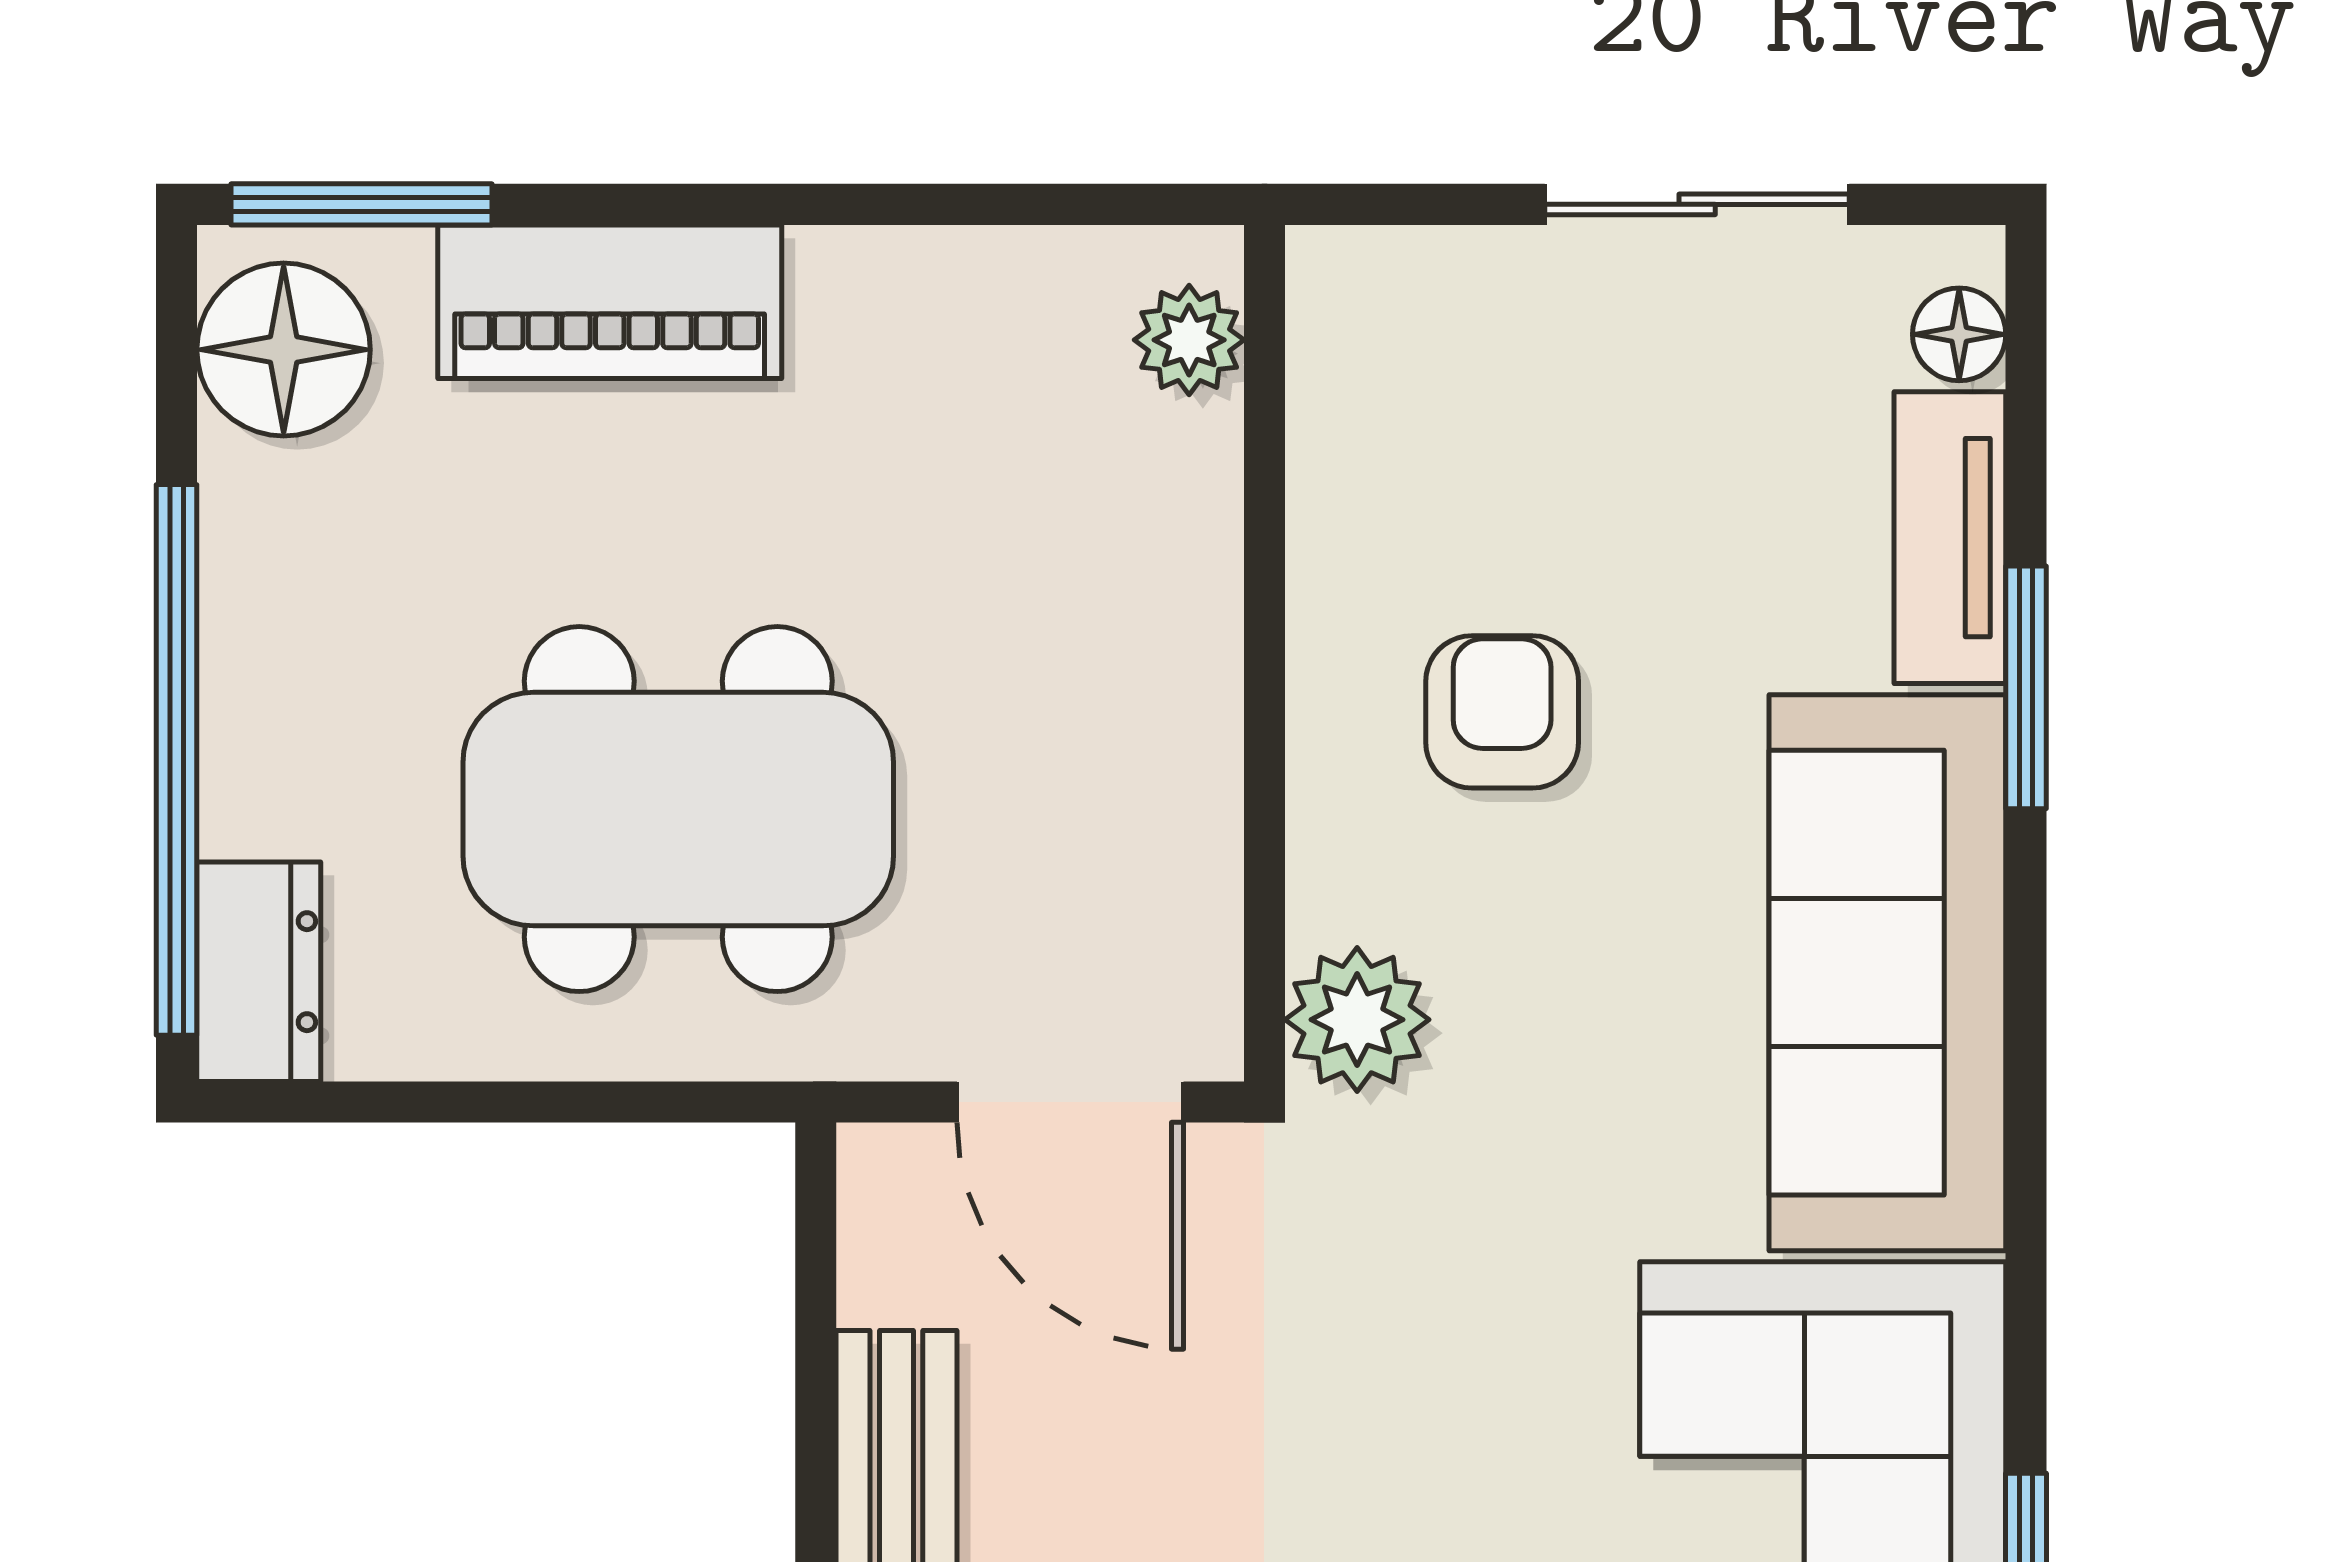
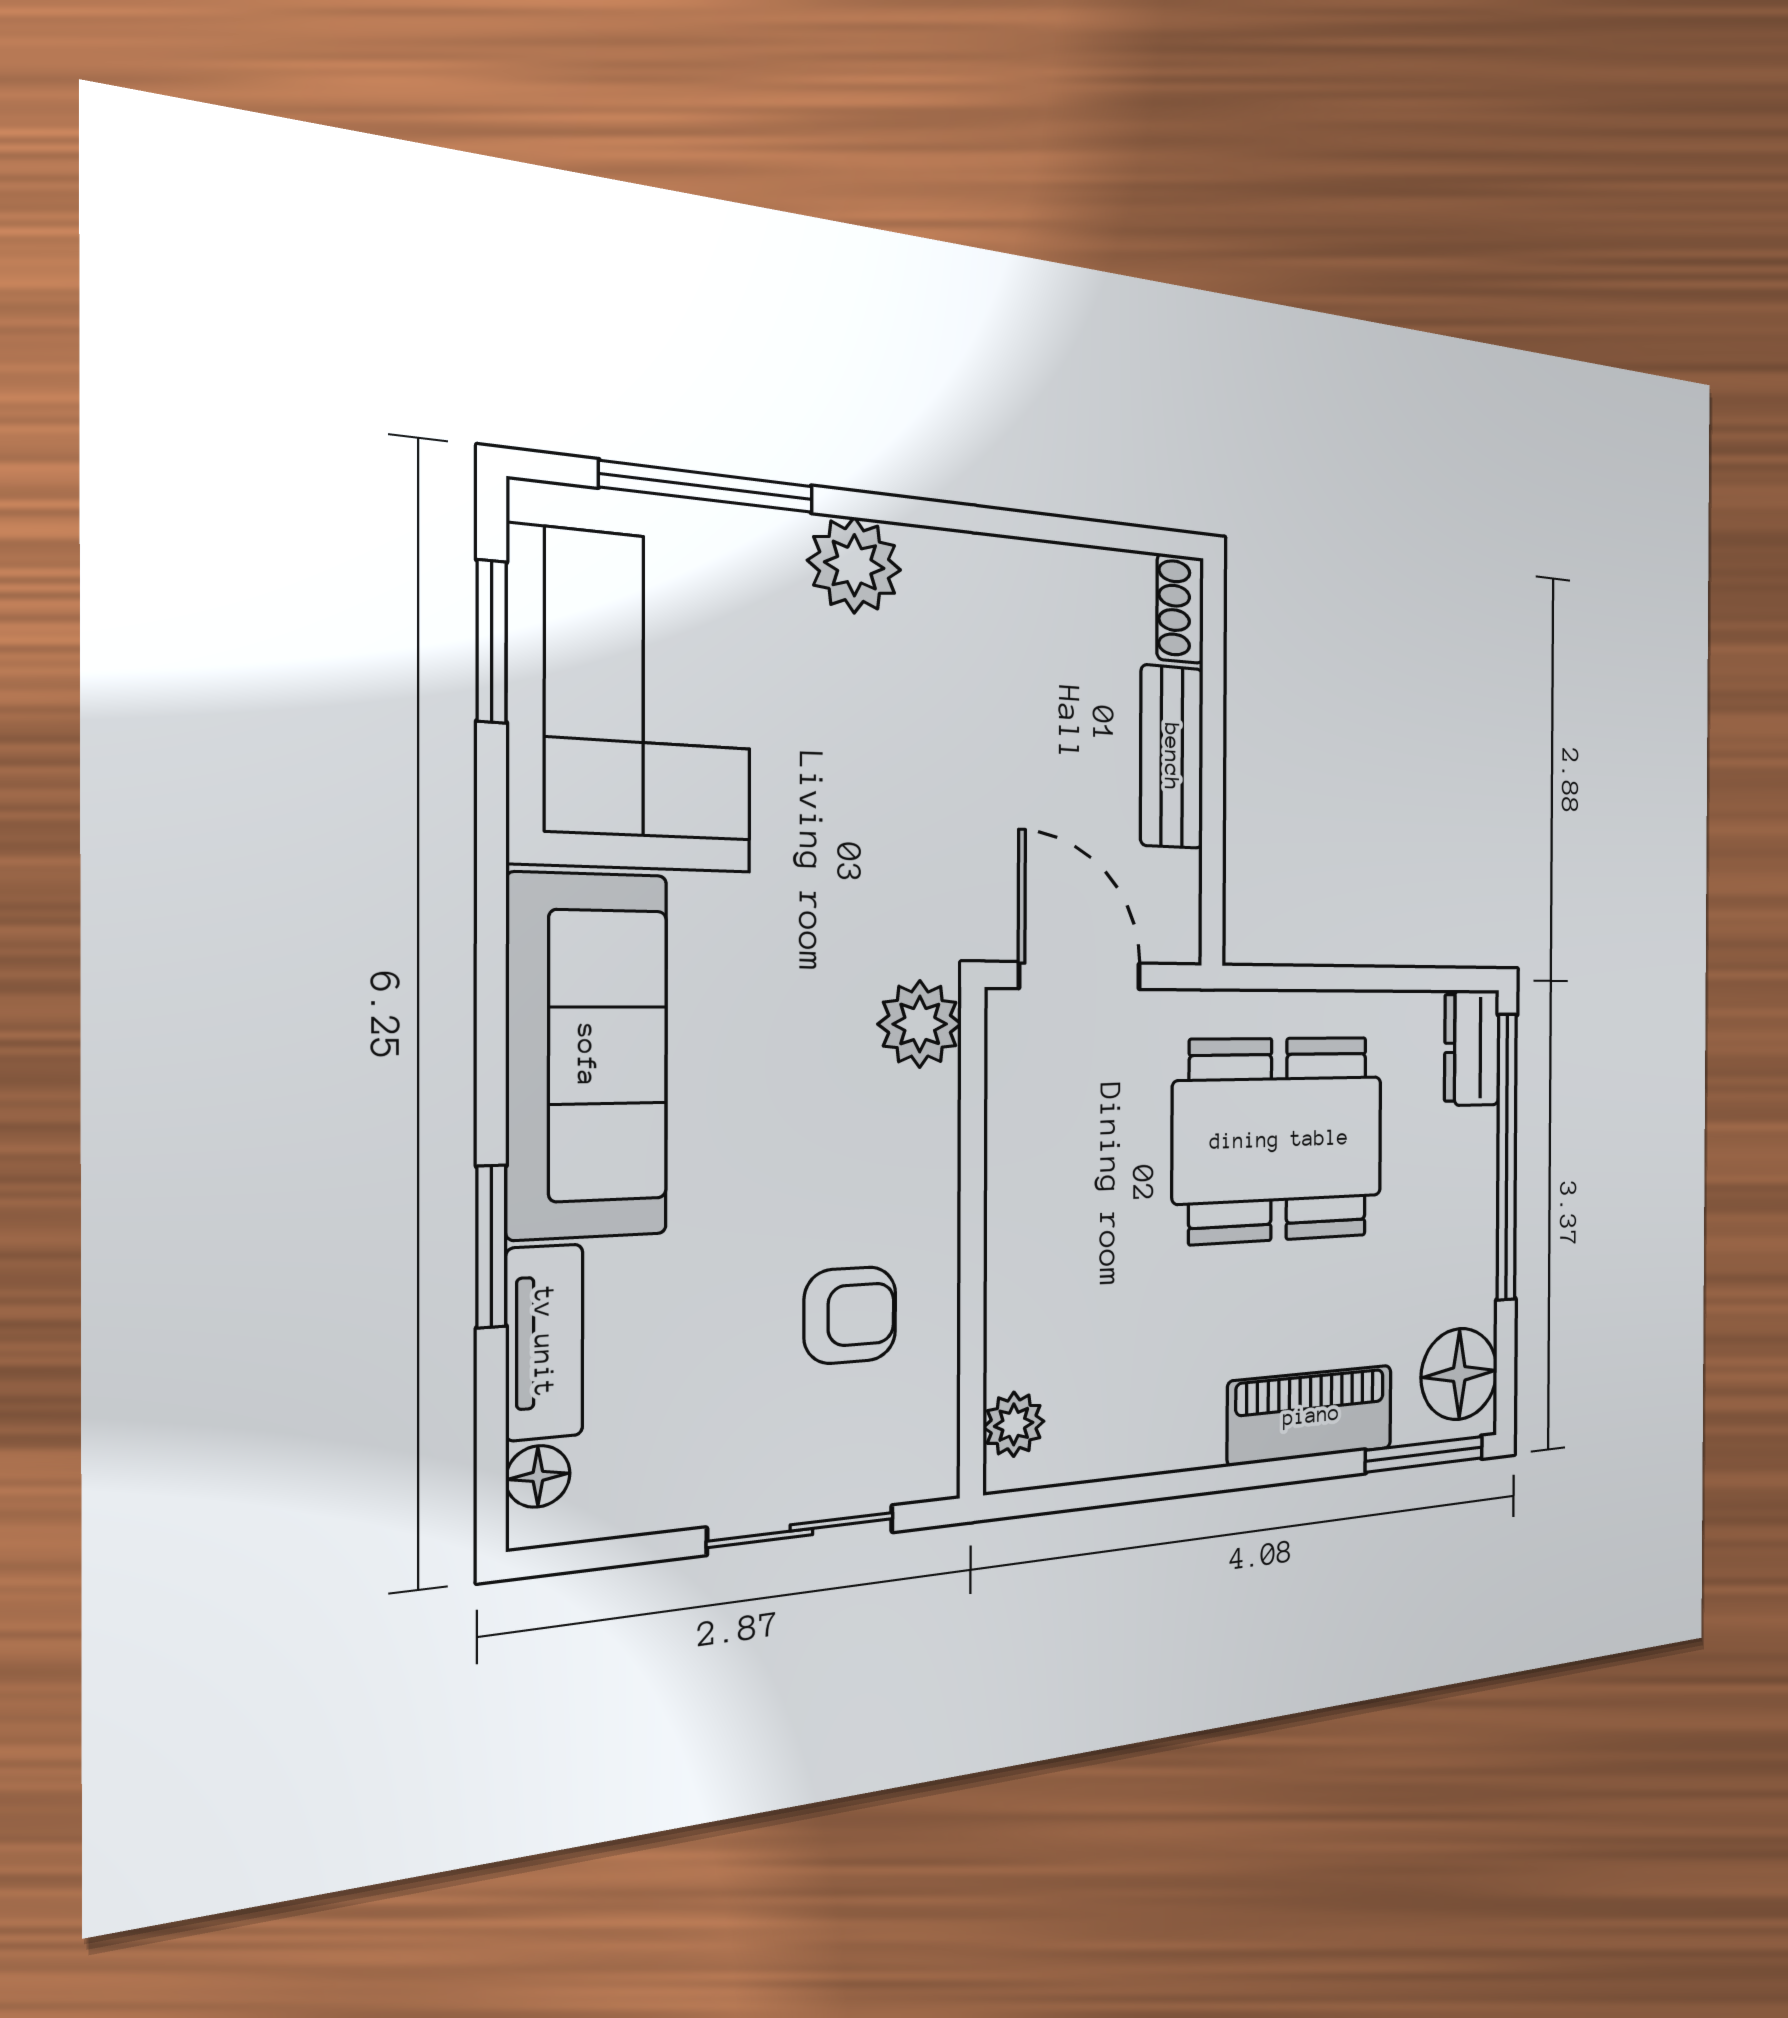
sliding door: (1697, 204) -> (801, 1530), moved
armchair: (1502, 712) -> (850, 1315), moved, turned -90

